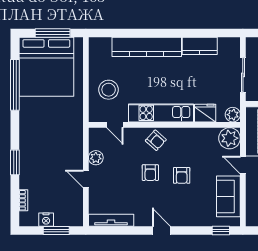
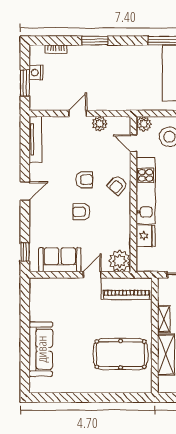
plant: (233, 115) -> (144, 124), moved
door: (115, 125) -> (133, 143), hinge flipped
armchair: (150, 173) -> (84, 180), turned 180

